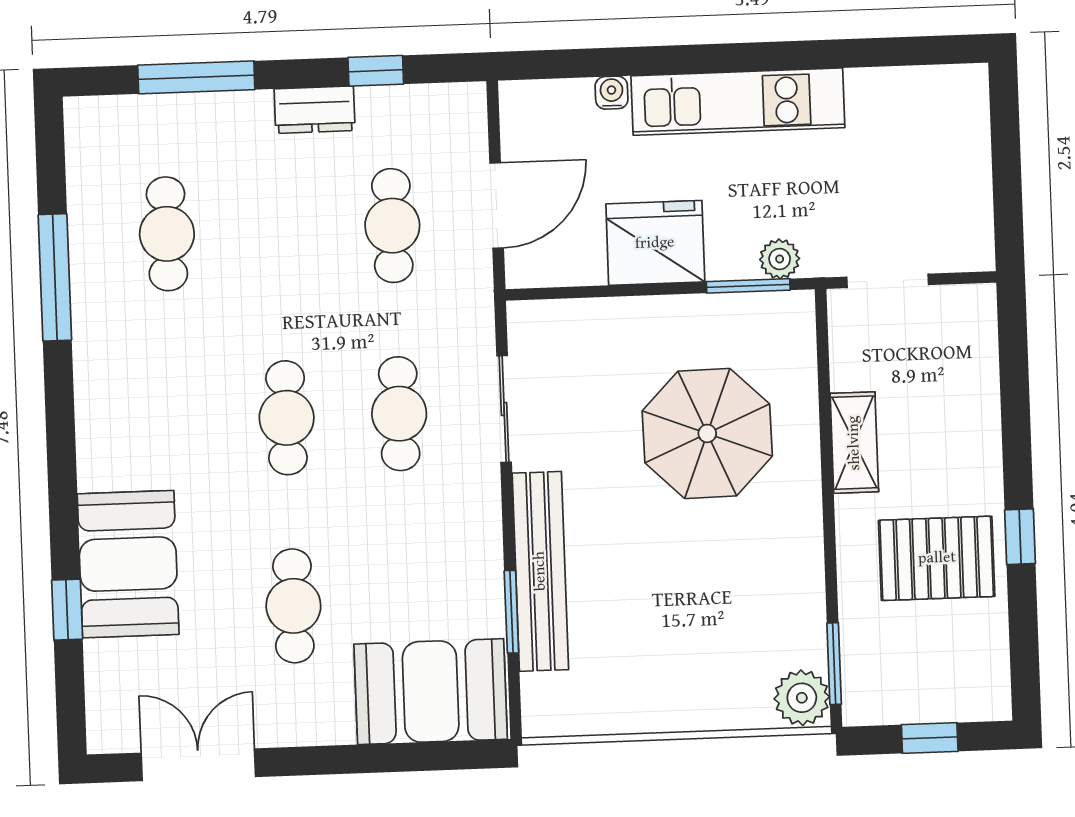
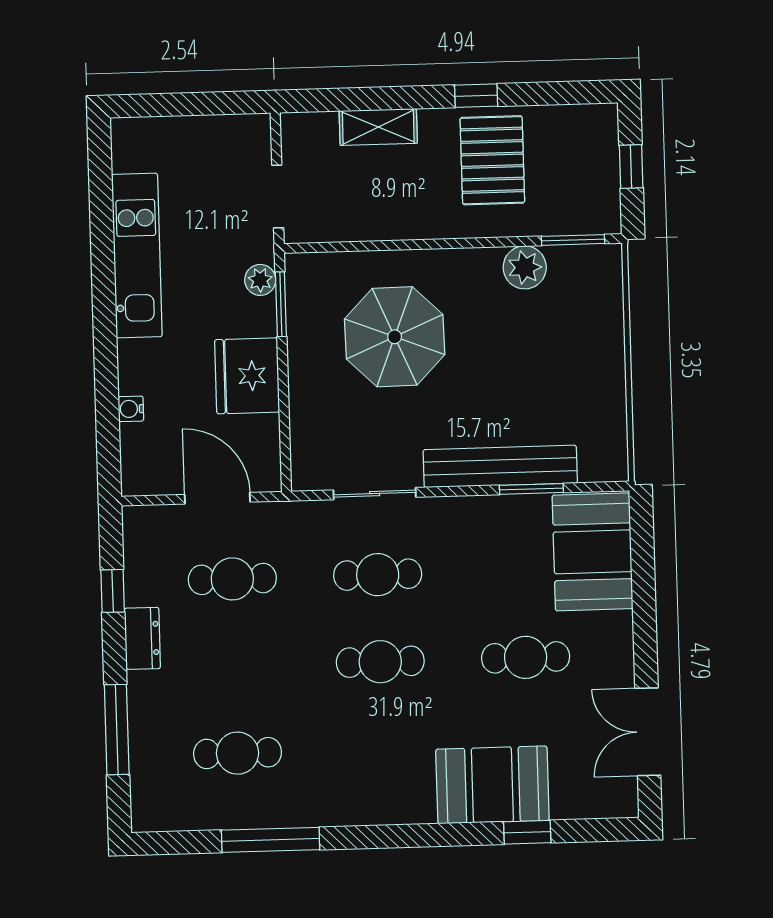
kitchen unit: (738, 102) -> (137, 256), moved
shelving: (854, 443) -> (378, 127), moved
plant: (802, 698) -> (525, 267), moved

